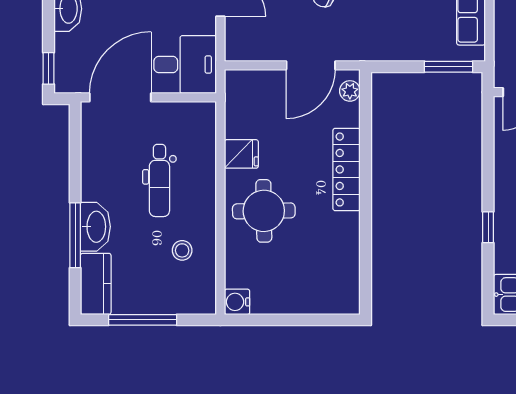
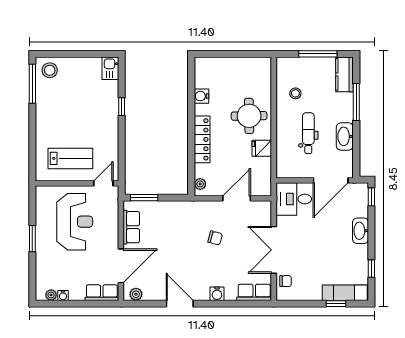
door: (311, 65) -> (237, 198), moved
washbasin: (95, 227) -> (345, 136), moved
water cooler: (237, 302) -> (202, 96), moved, turned 180

